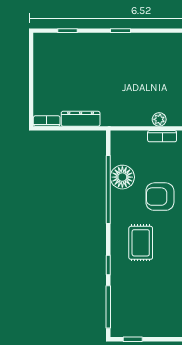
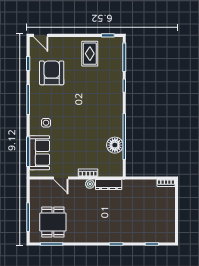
dresser: (81, 119) -> (109, 184), moved
armchair: (160, 197) -> (89, 132), removed
rug: (141, 243) -> (90, 54), moved

